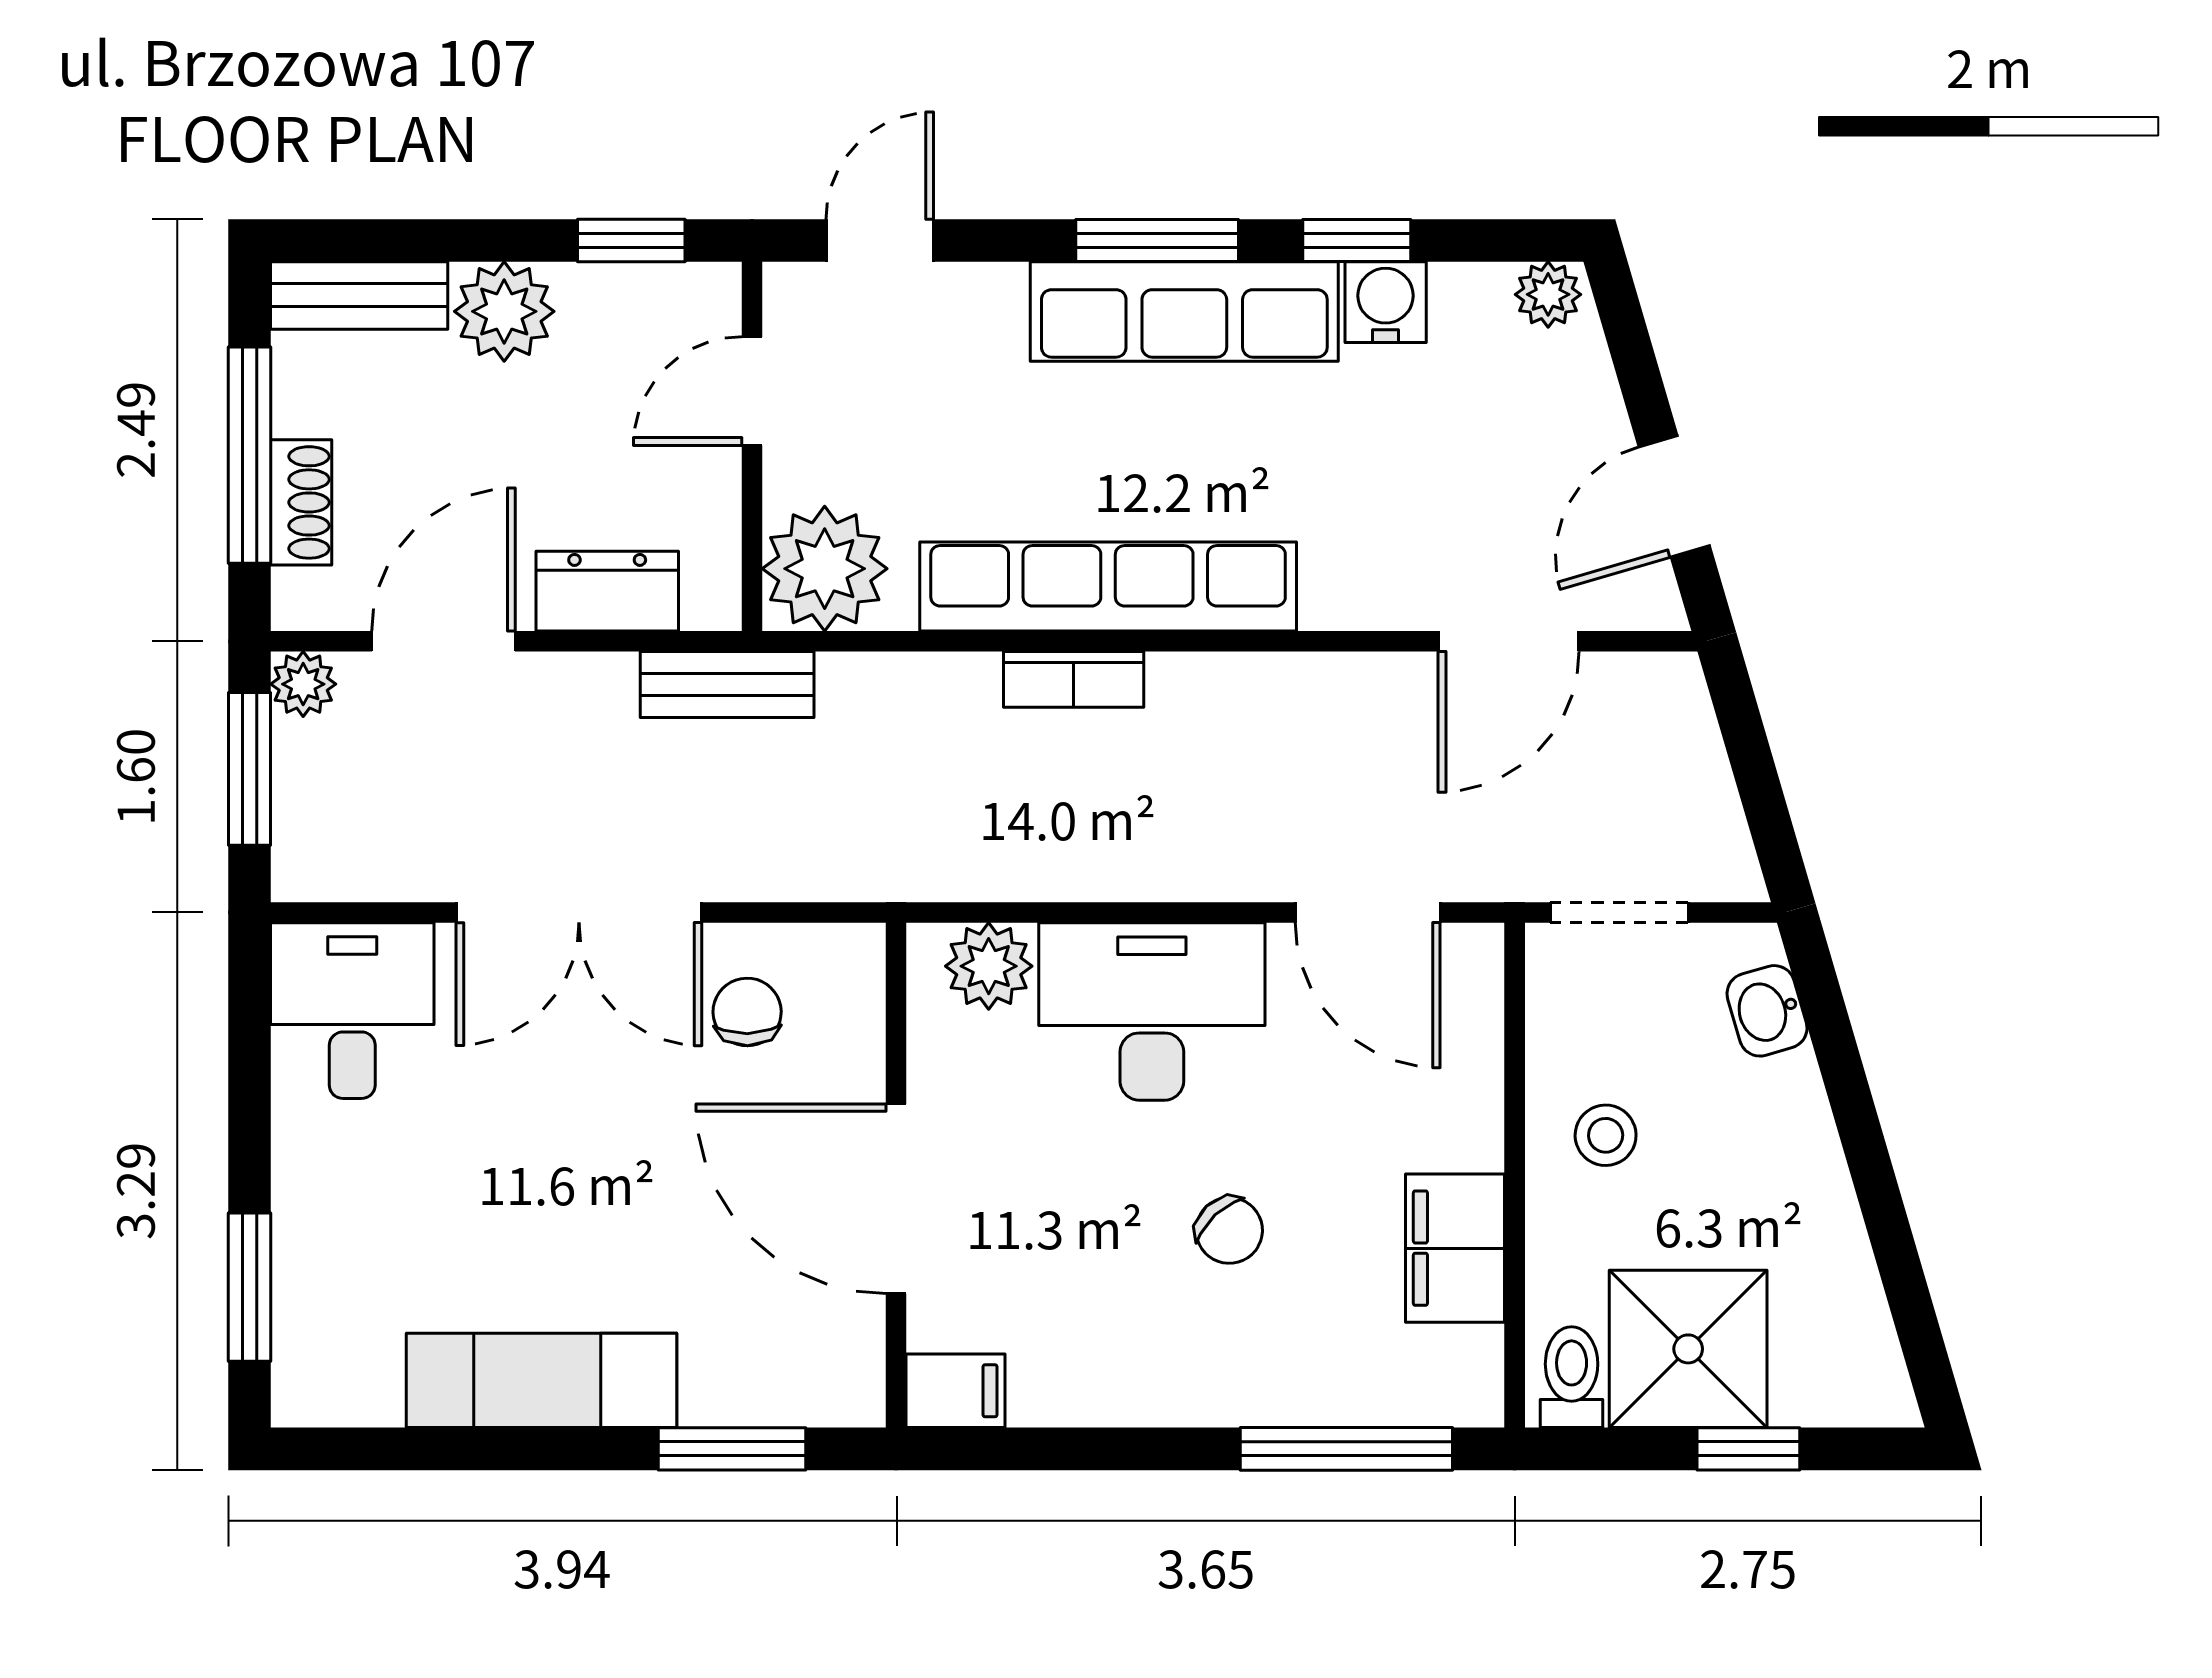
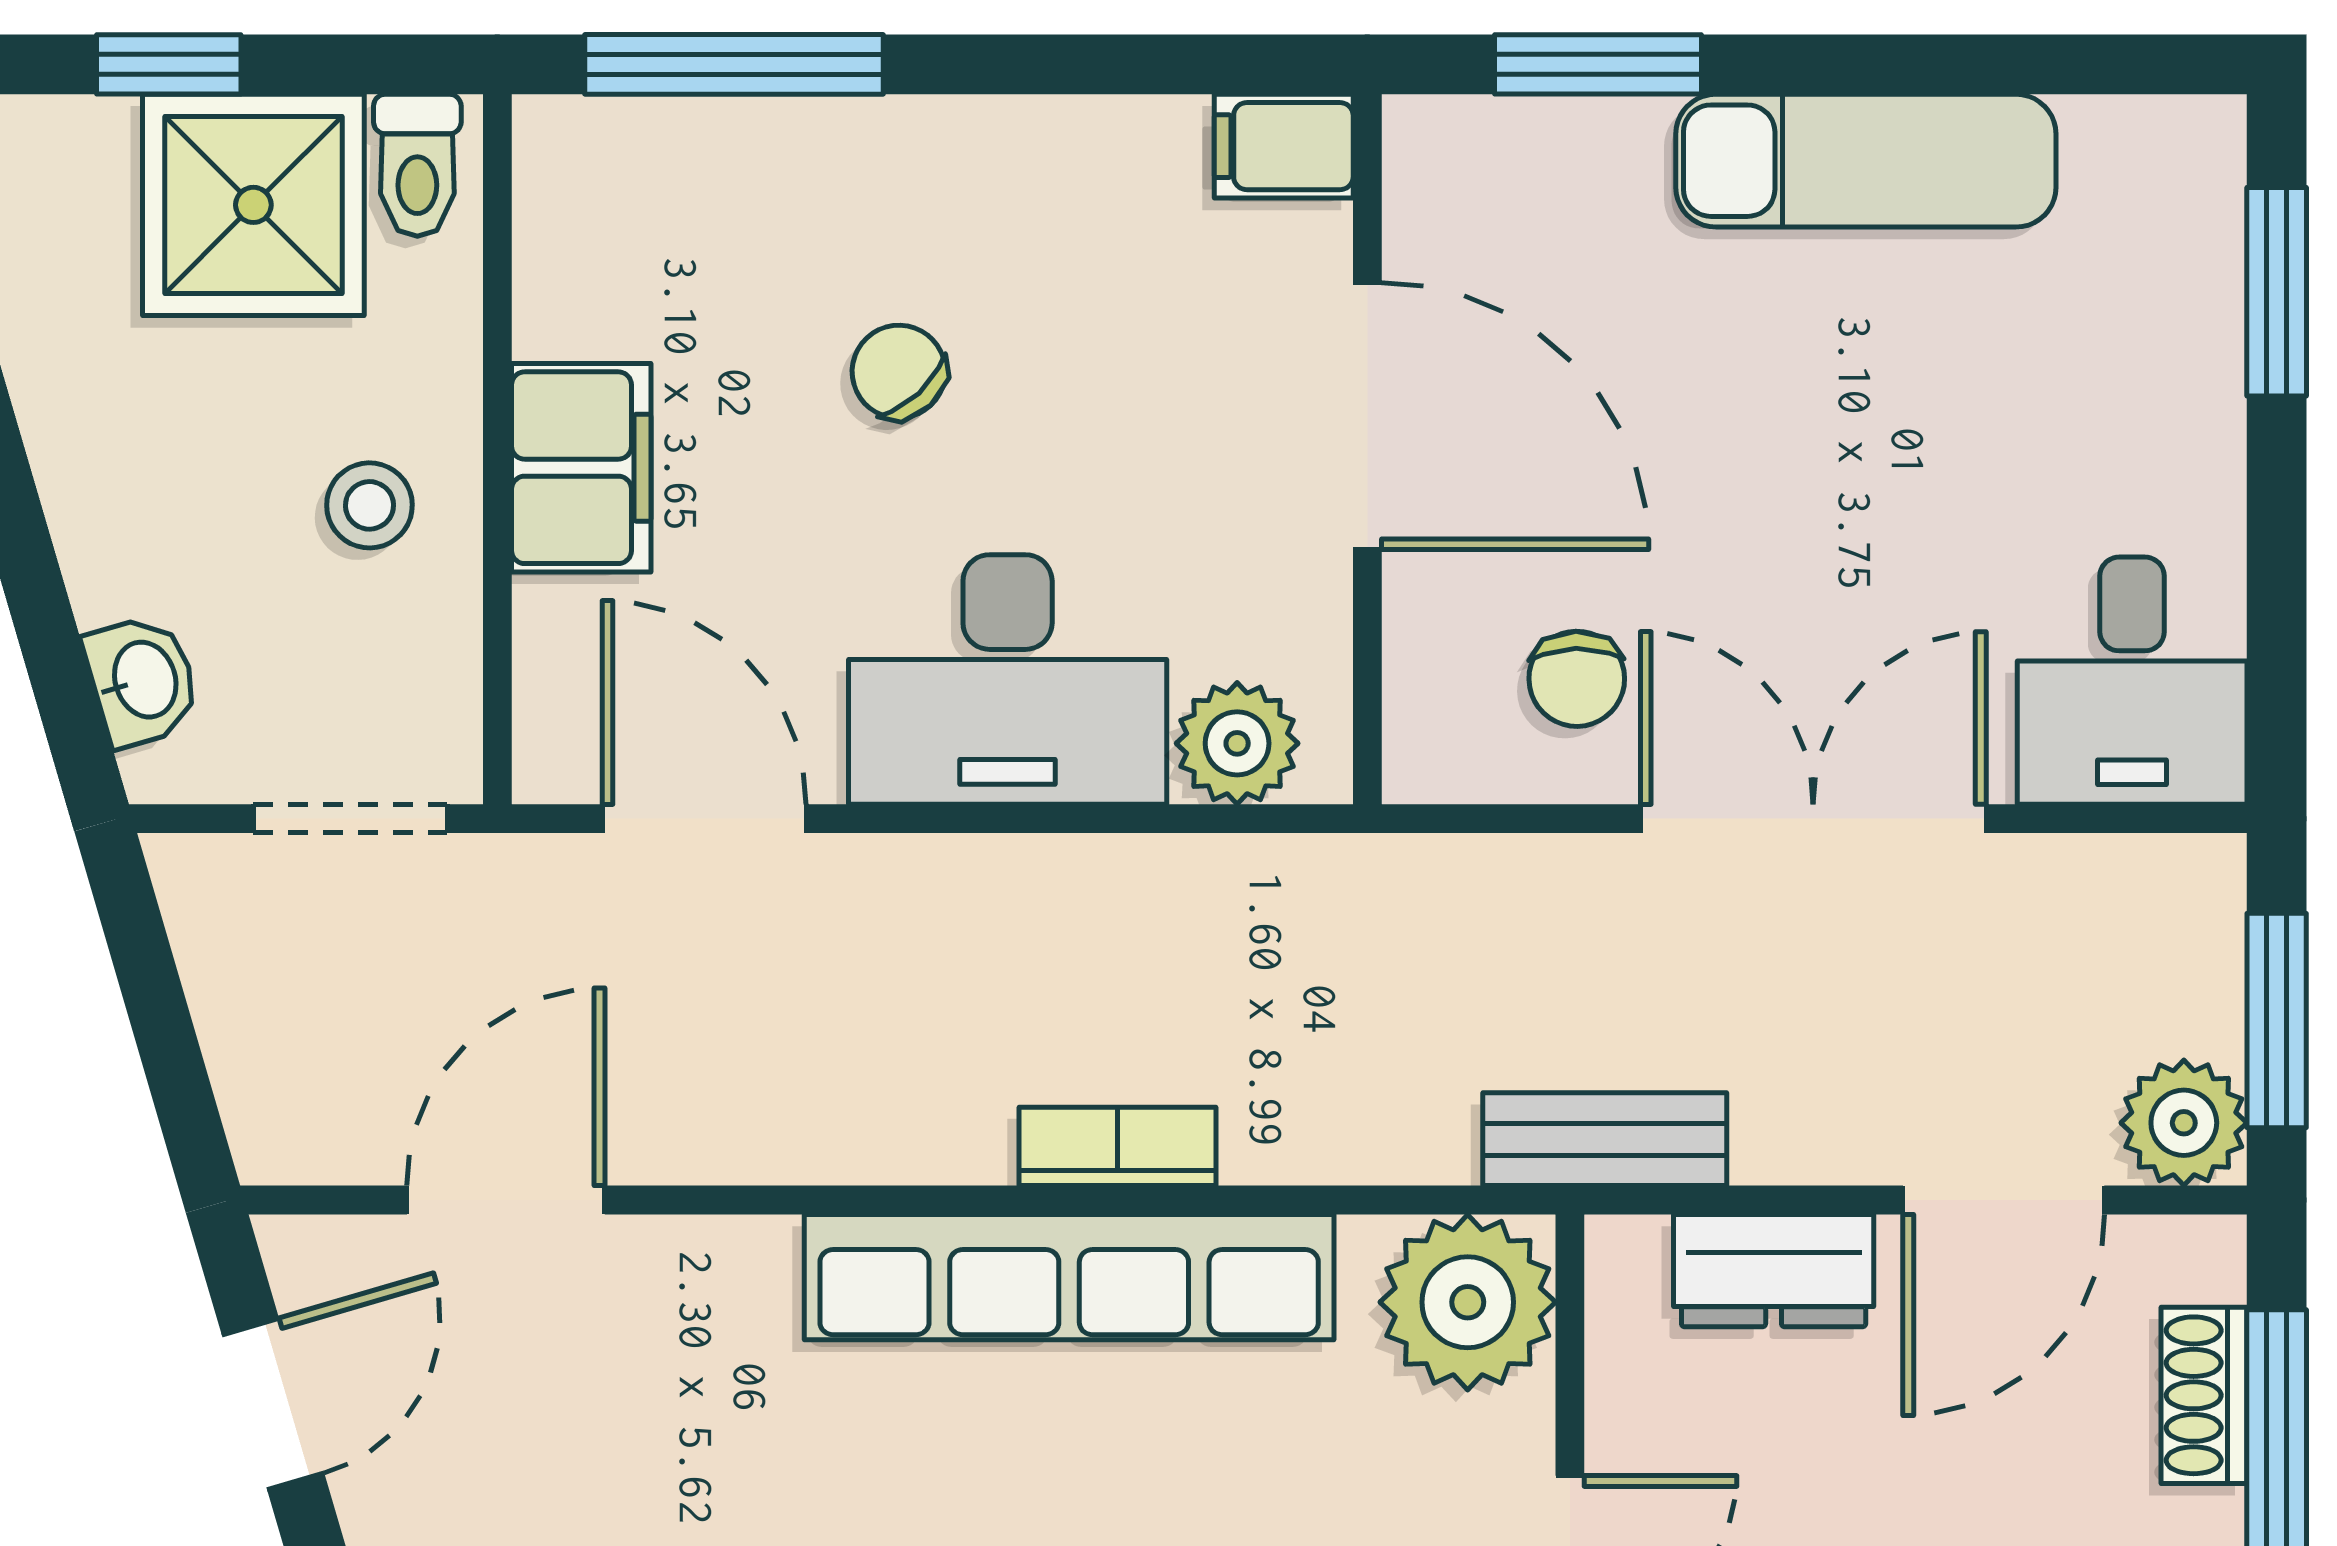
plant: (303, 684) -> (2184, 1123), width x1.38, depth x1.38
filing cabinet: (1455, 1248) -> (581, 468), moved

